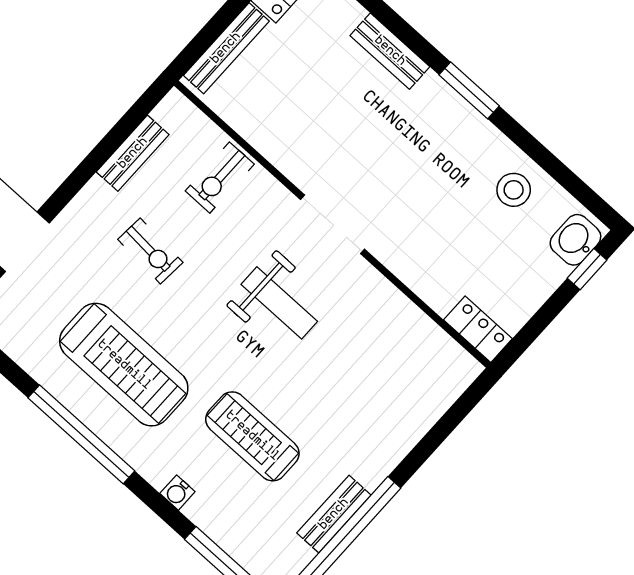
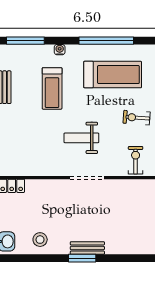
bench: (390, 51) -> (87, 248), moved
treadmill: (124, 365) -> (113, 75), turned 180
treadmill: (252, 436) -> (52, 88), turned 90

